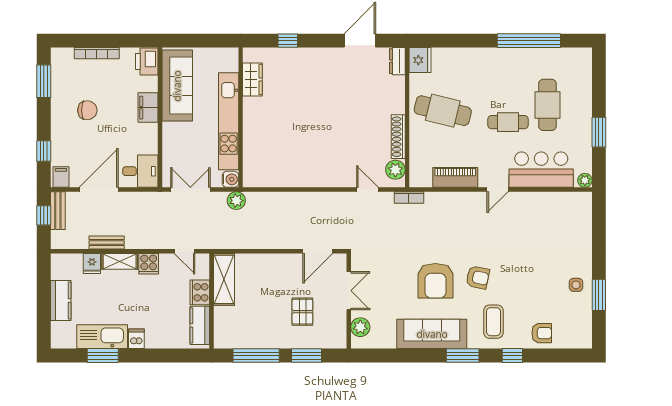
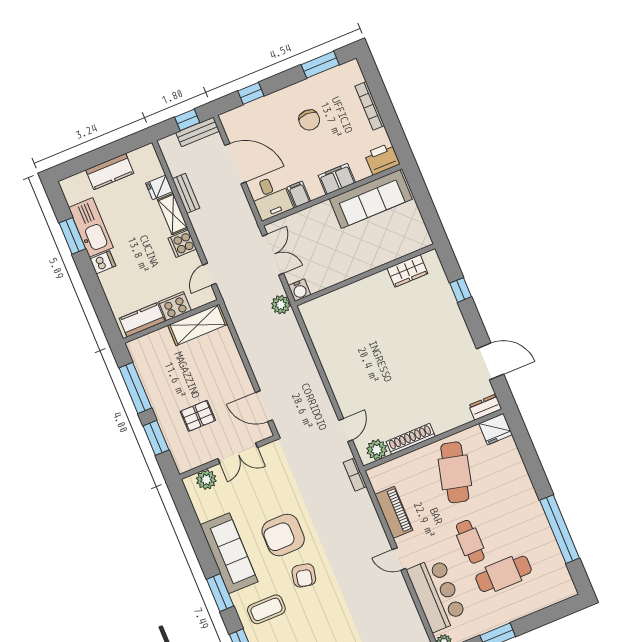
kitchen unit: (229, 121) -> (356, 264), removed
filing cabinet: (61, 177) -> (299, 194), moved, turned -90

